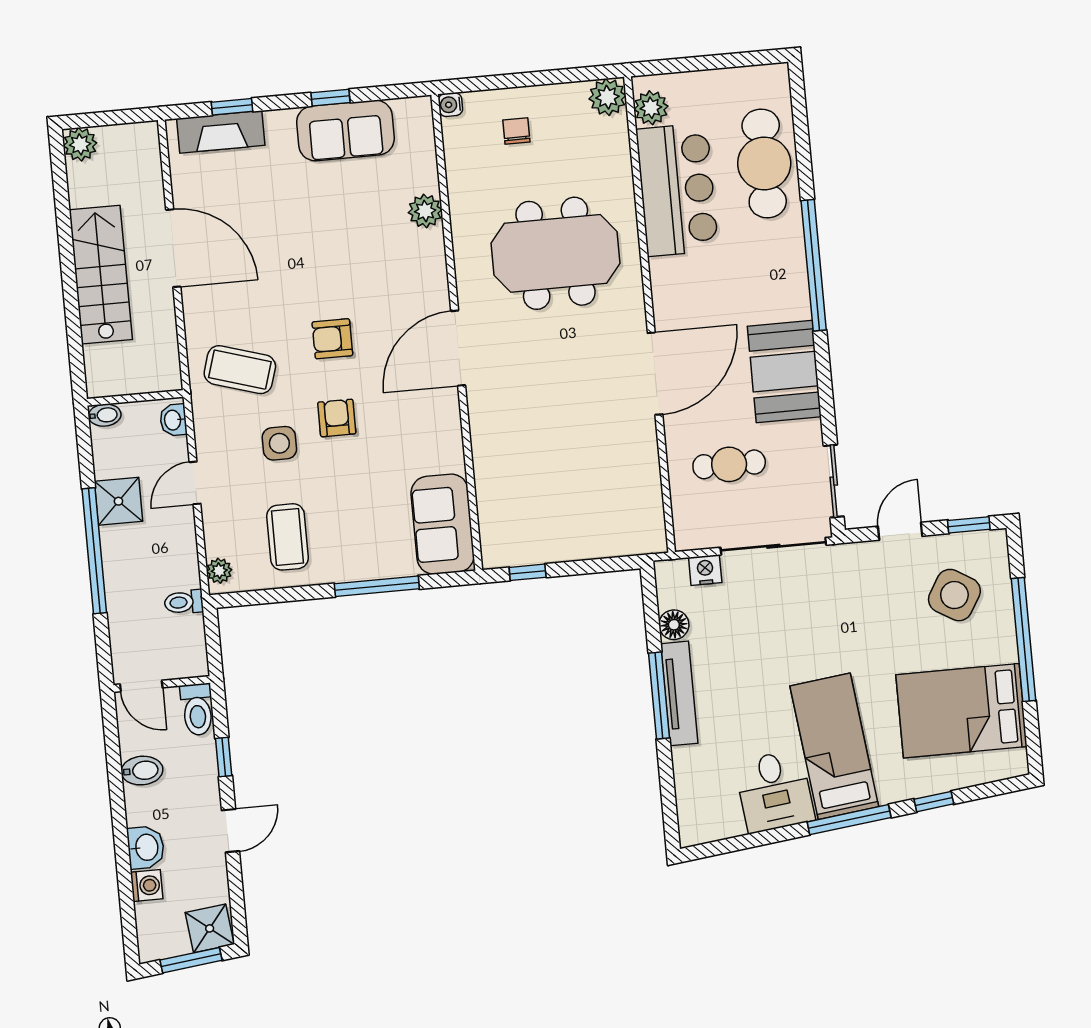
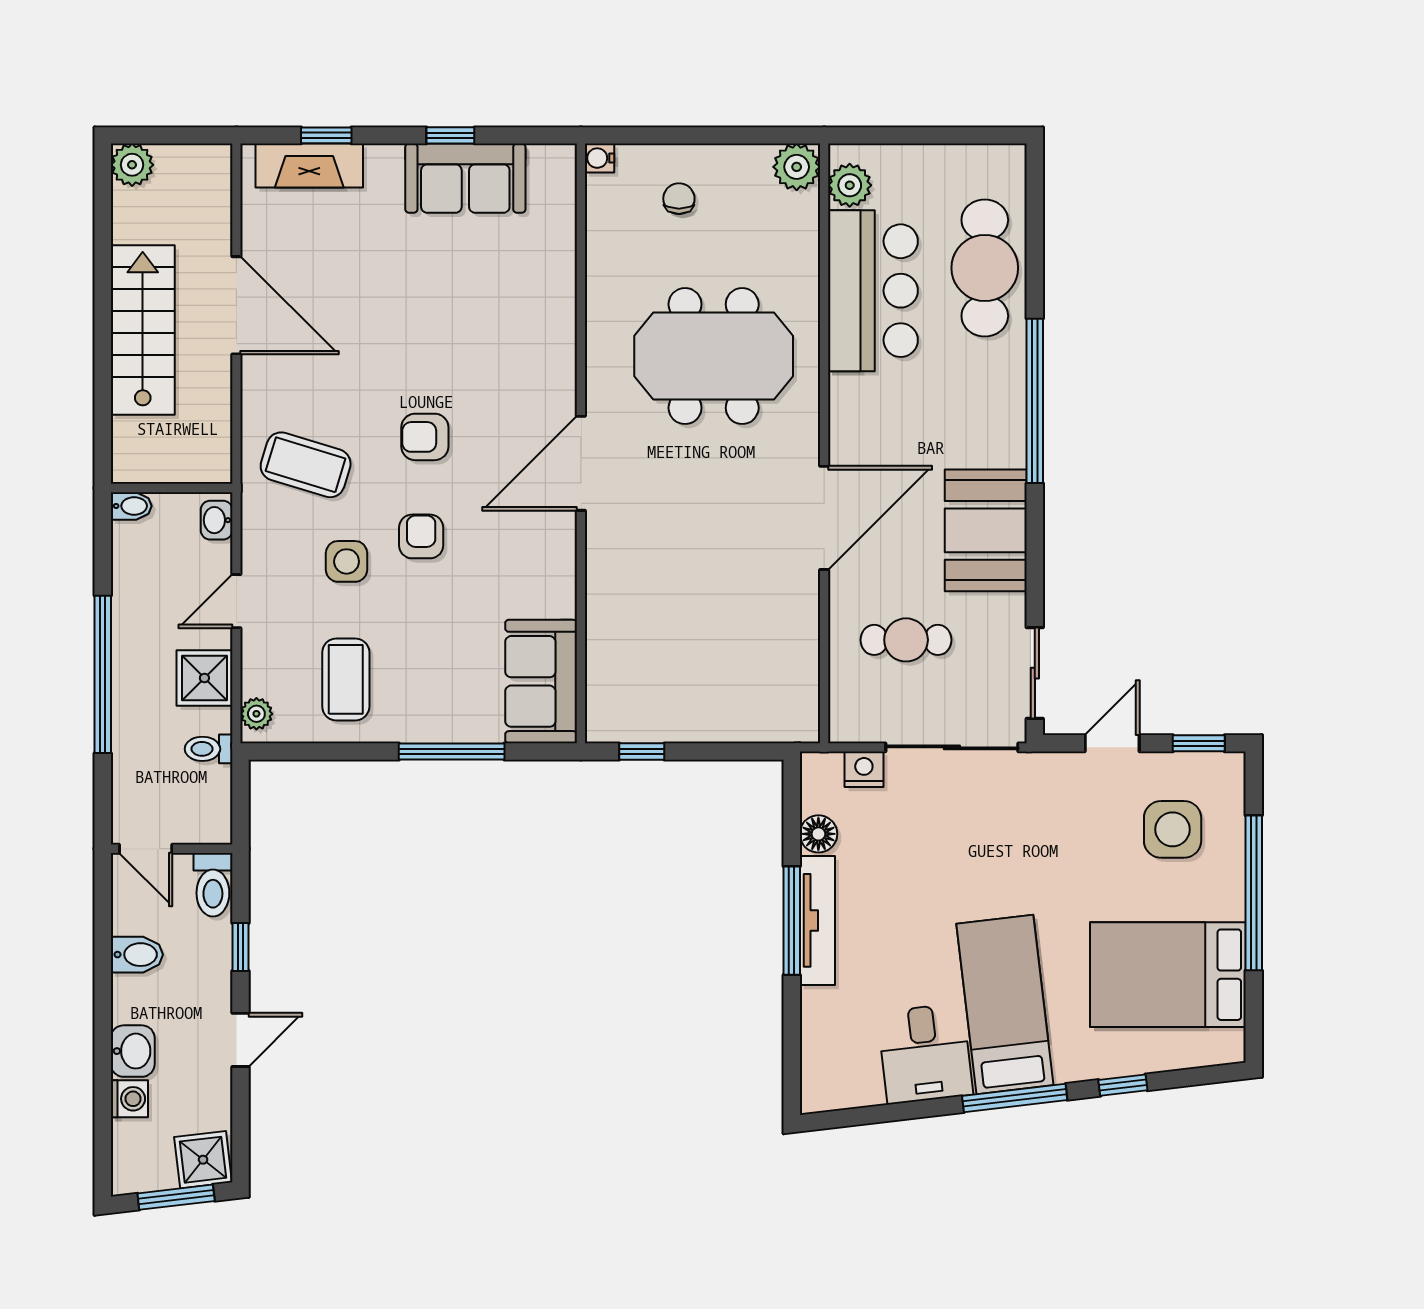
plant: (425, 211) -> (556, 288), removed
shower: (118, 501) -> (204, 678), moved
side table: (954, 595) -> (1173, 829), turned -31

